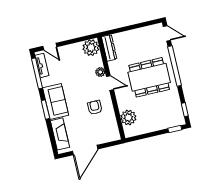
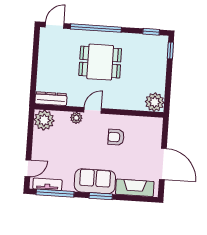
dining table: (149, 77) -> (100, 62), width x0.73
plant: (128, 118) -> (155, 102), moved

